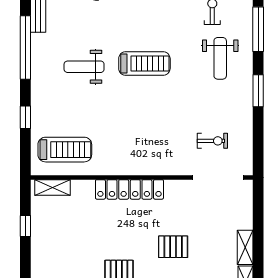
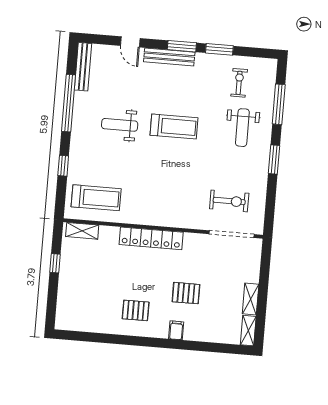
exercise bike: (212, 141) -> (229, 201), width x1.38, depth x1.39

